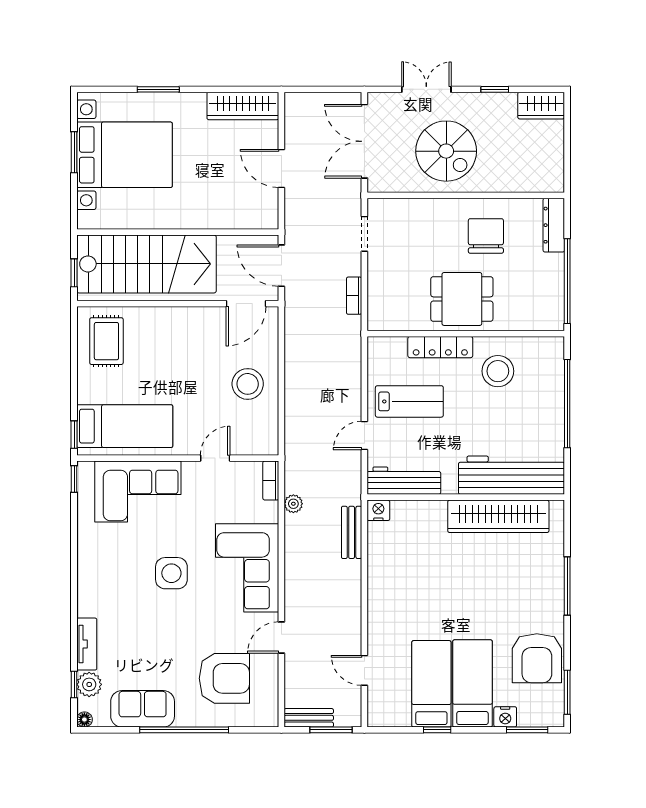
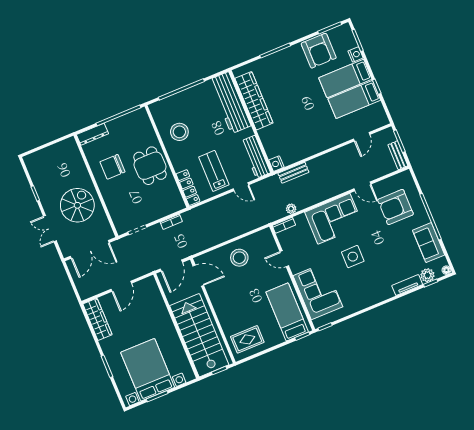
wardrobe: (541, 106) -> (34, 166), removed
locker: (440, 347) -> (188, 188), moved
armchair: (537, 658) -> (319, 51), turned 90
armchair: (224, 678) -> (396, 207), turned -90

